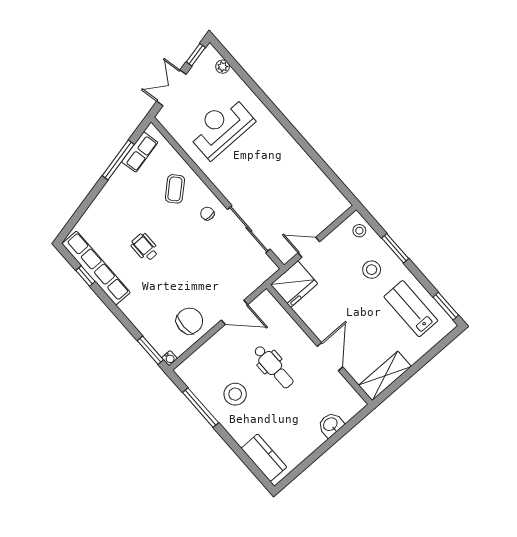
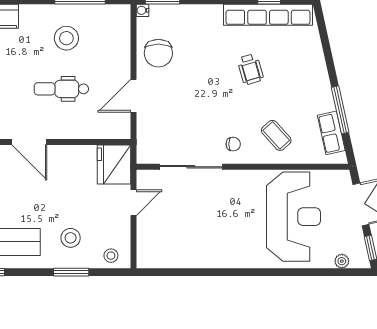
reception desk: (221, 127) -> (294, 217), width x1.36, depth x1.30
wheelchair: (145, 247) -> (250, 69), turned 74

